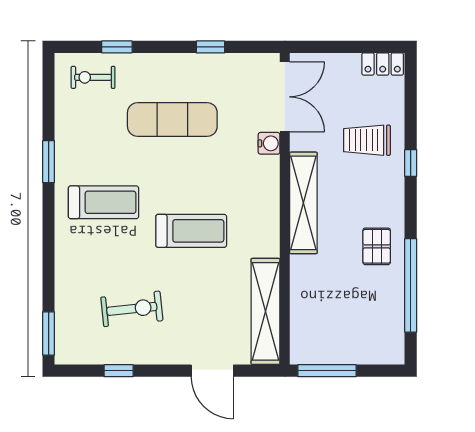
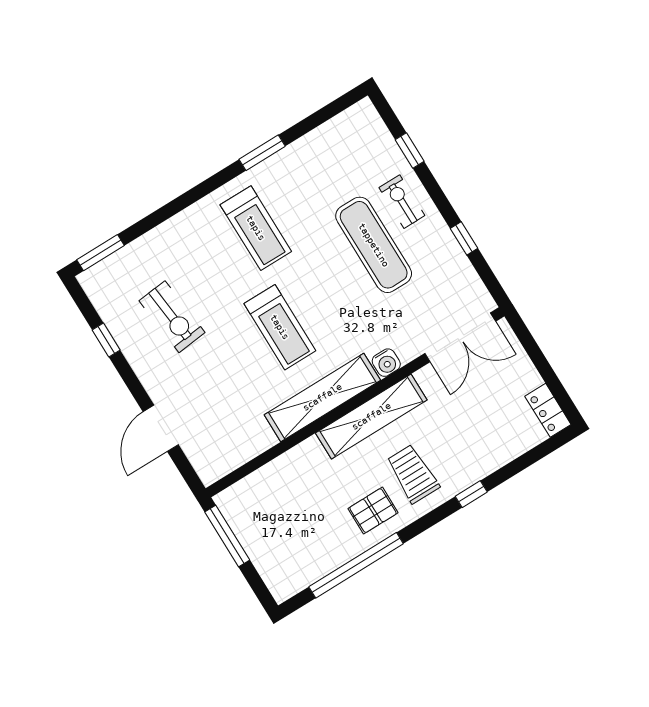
exercise bike: (93, 77) -> (402, 202), moved
trolley: (367, 140) -> (413, 474), moved
water cooler: (269, 143) -> (386, 363), moved
shelving: (265, 311) -> (322, 397), moved

